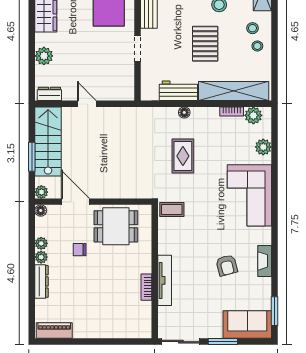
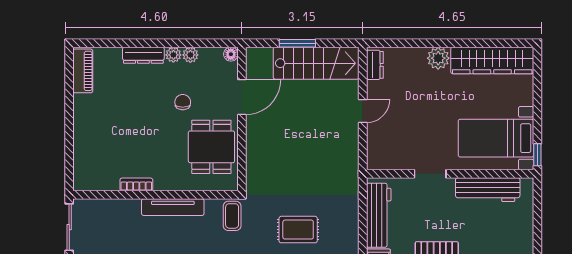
plant: (44, 56) -> (438, 58), moved
workbench: (178, 91) -> (379, 215), width x1.37
floor lamp: (184, 112) -> (352, 231), removed
plant: (41, 192) -> (254, 55), removed
tv unit: (165, 280) -> (173, 207), moved

